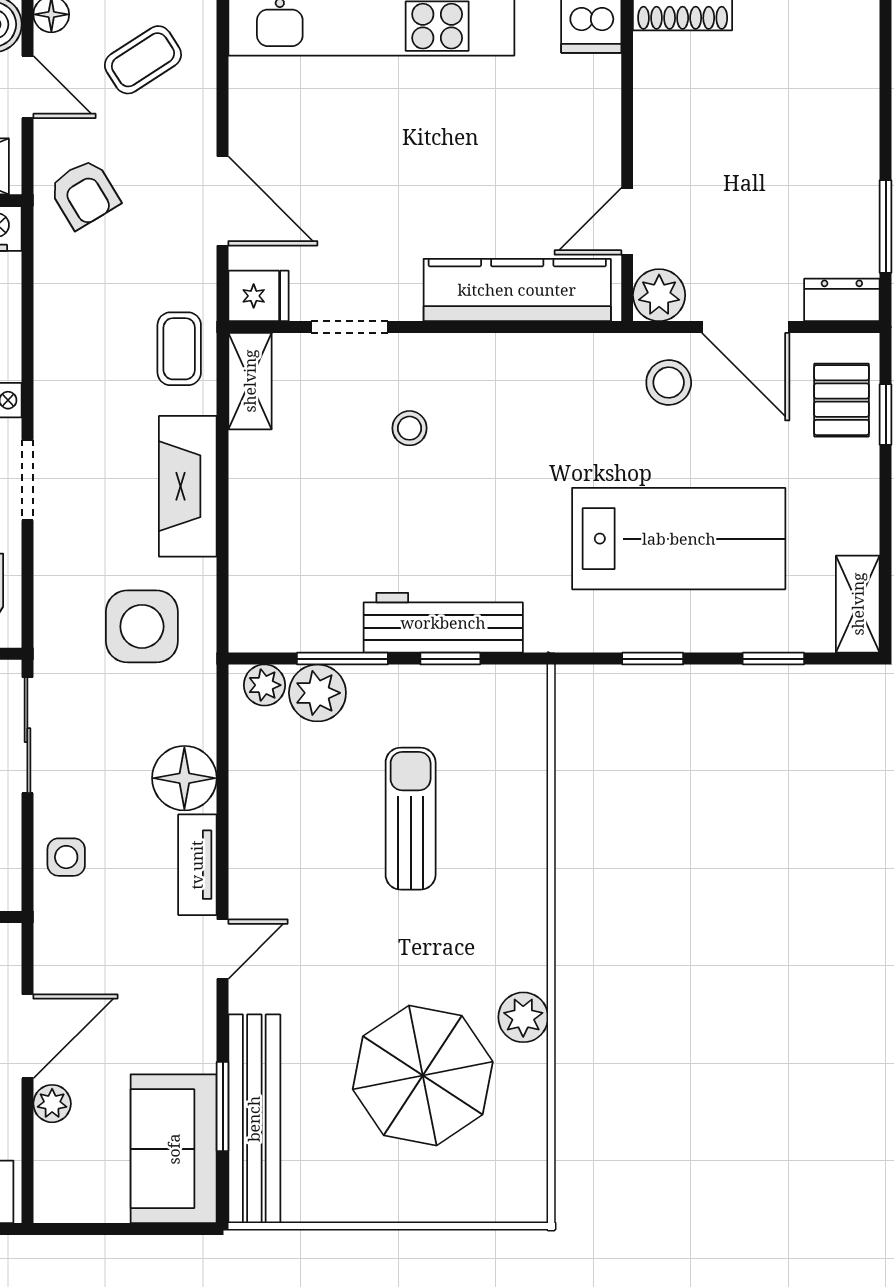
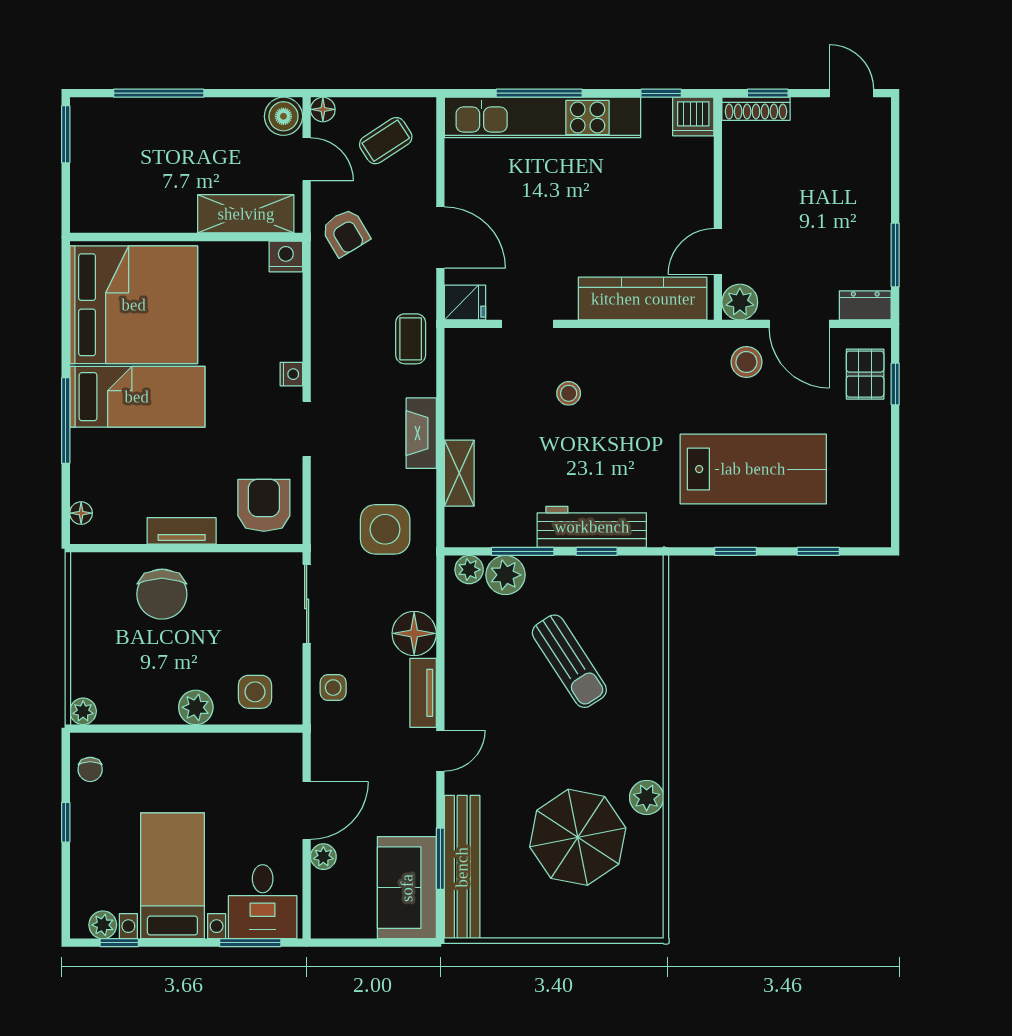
shelving: (250, 381) -> (459, 473), moved
fireplace: (188, 486) -> (421, 433), width x0.73, depth x0.76
shelving: (858, 604) -> (876, 514), removed
sun lounger: (411, 819) -> (569, 661), turned 147

